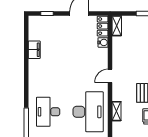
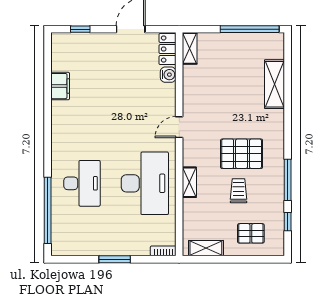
desk: (48, 112) -> (82, 183), turned 180

